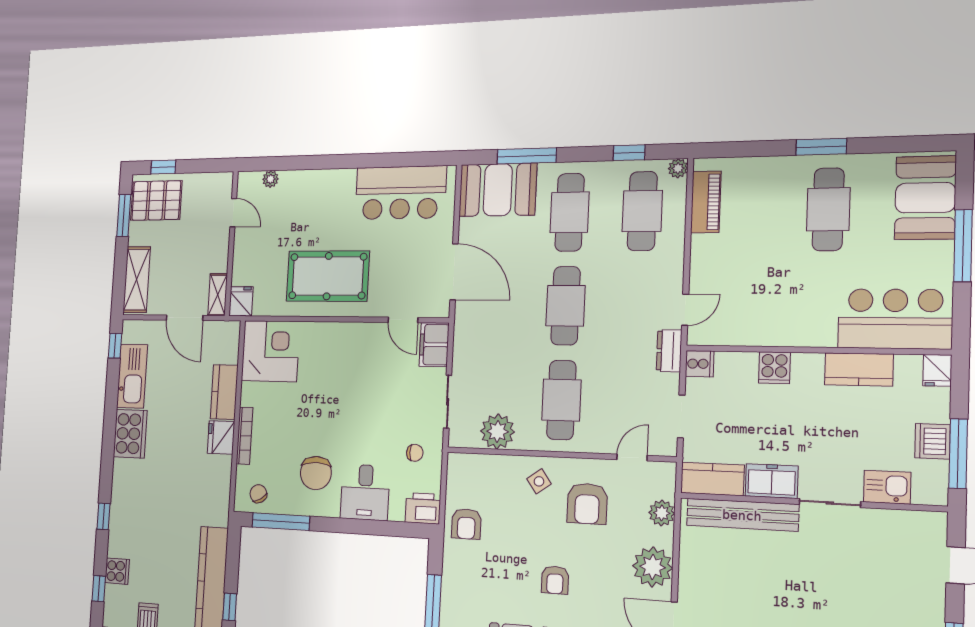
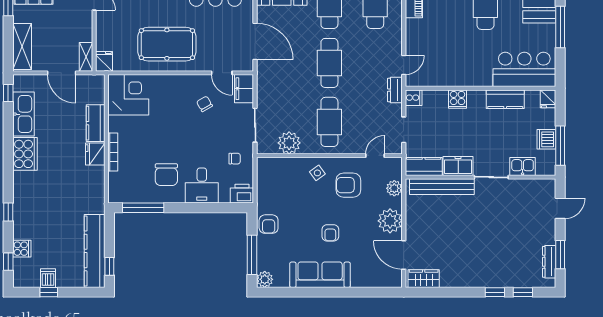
chair: (258, 494) -> (204, 104), moved
armchair: (587, 504) -> (348, 185), turned 90
armchair: (466, 524) -> (269, 224), moved

